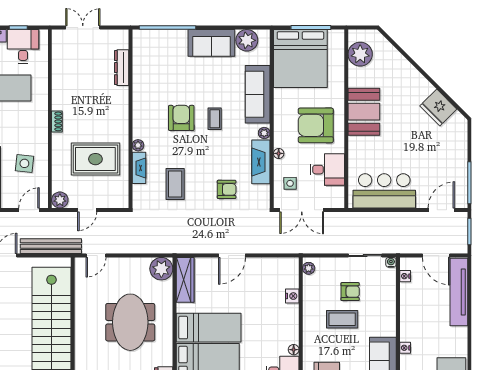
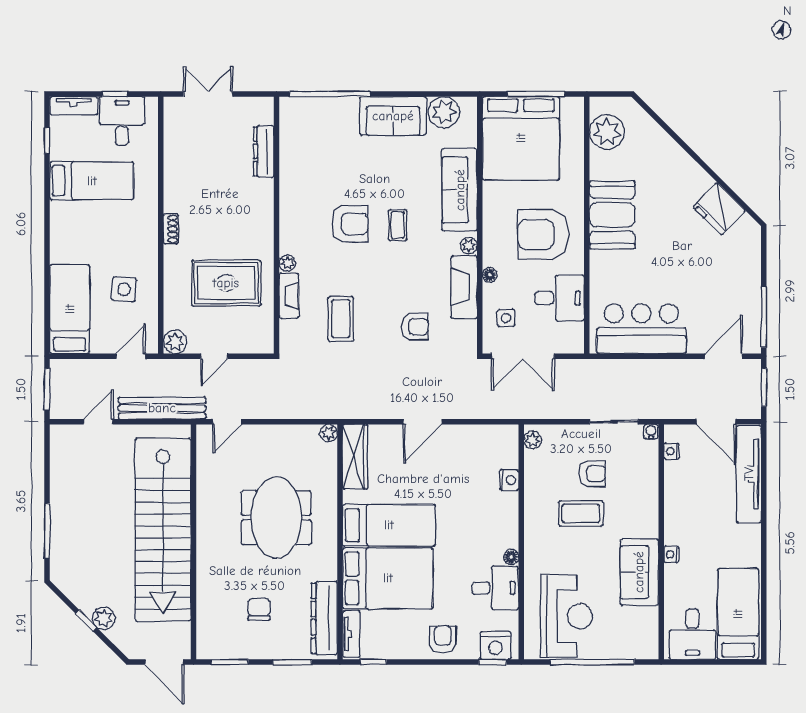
armchair: (181, 118) -> (350, 224), turned 90
plant: (161, 269) -> (329, 433), width x0.53, depth x0.53

